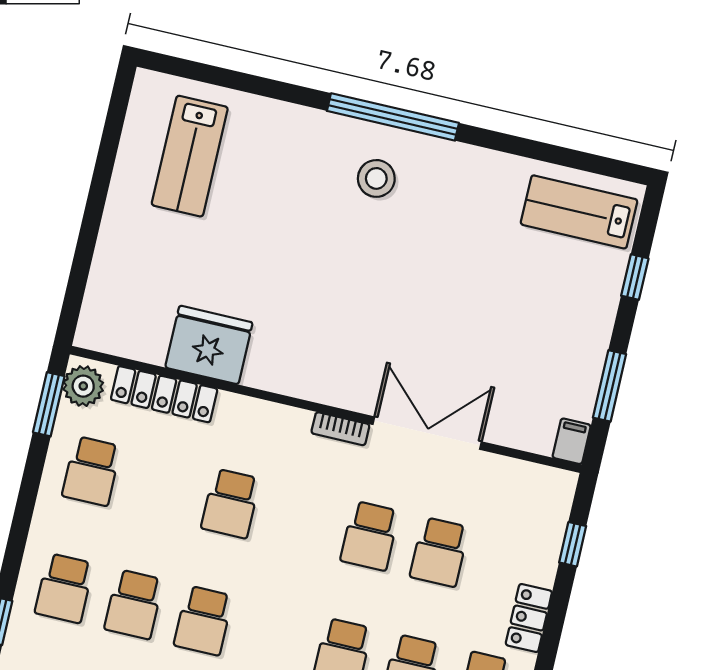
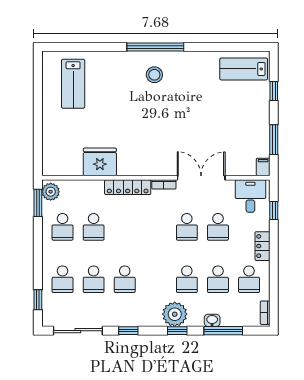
locker: (164, 394) -> (128, 187), moved
desk: (528, 500) -> (250, 196), added
school desk: (231, 503) -> (94, 227), moved

